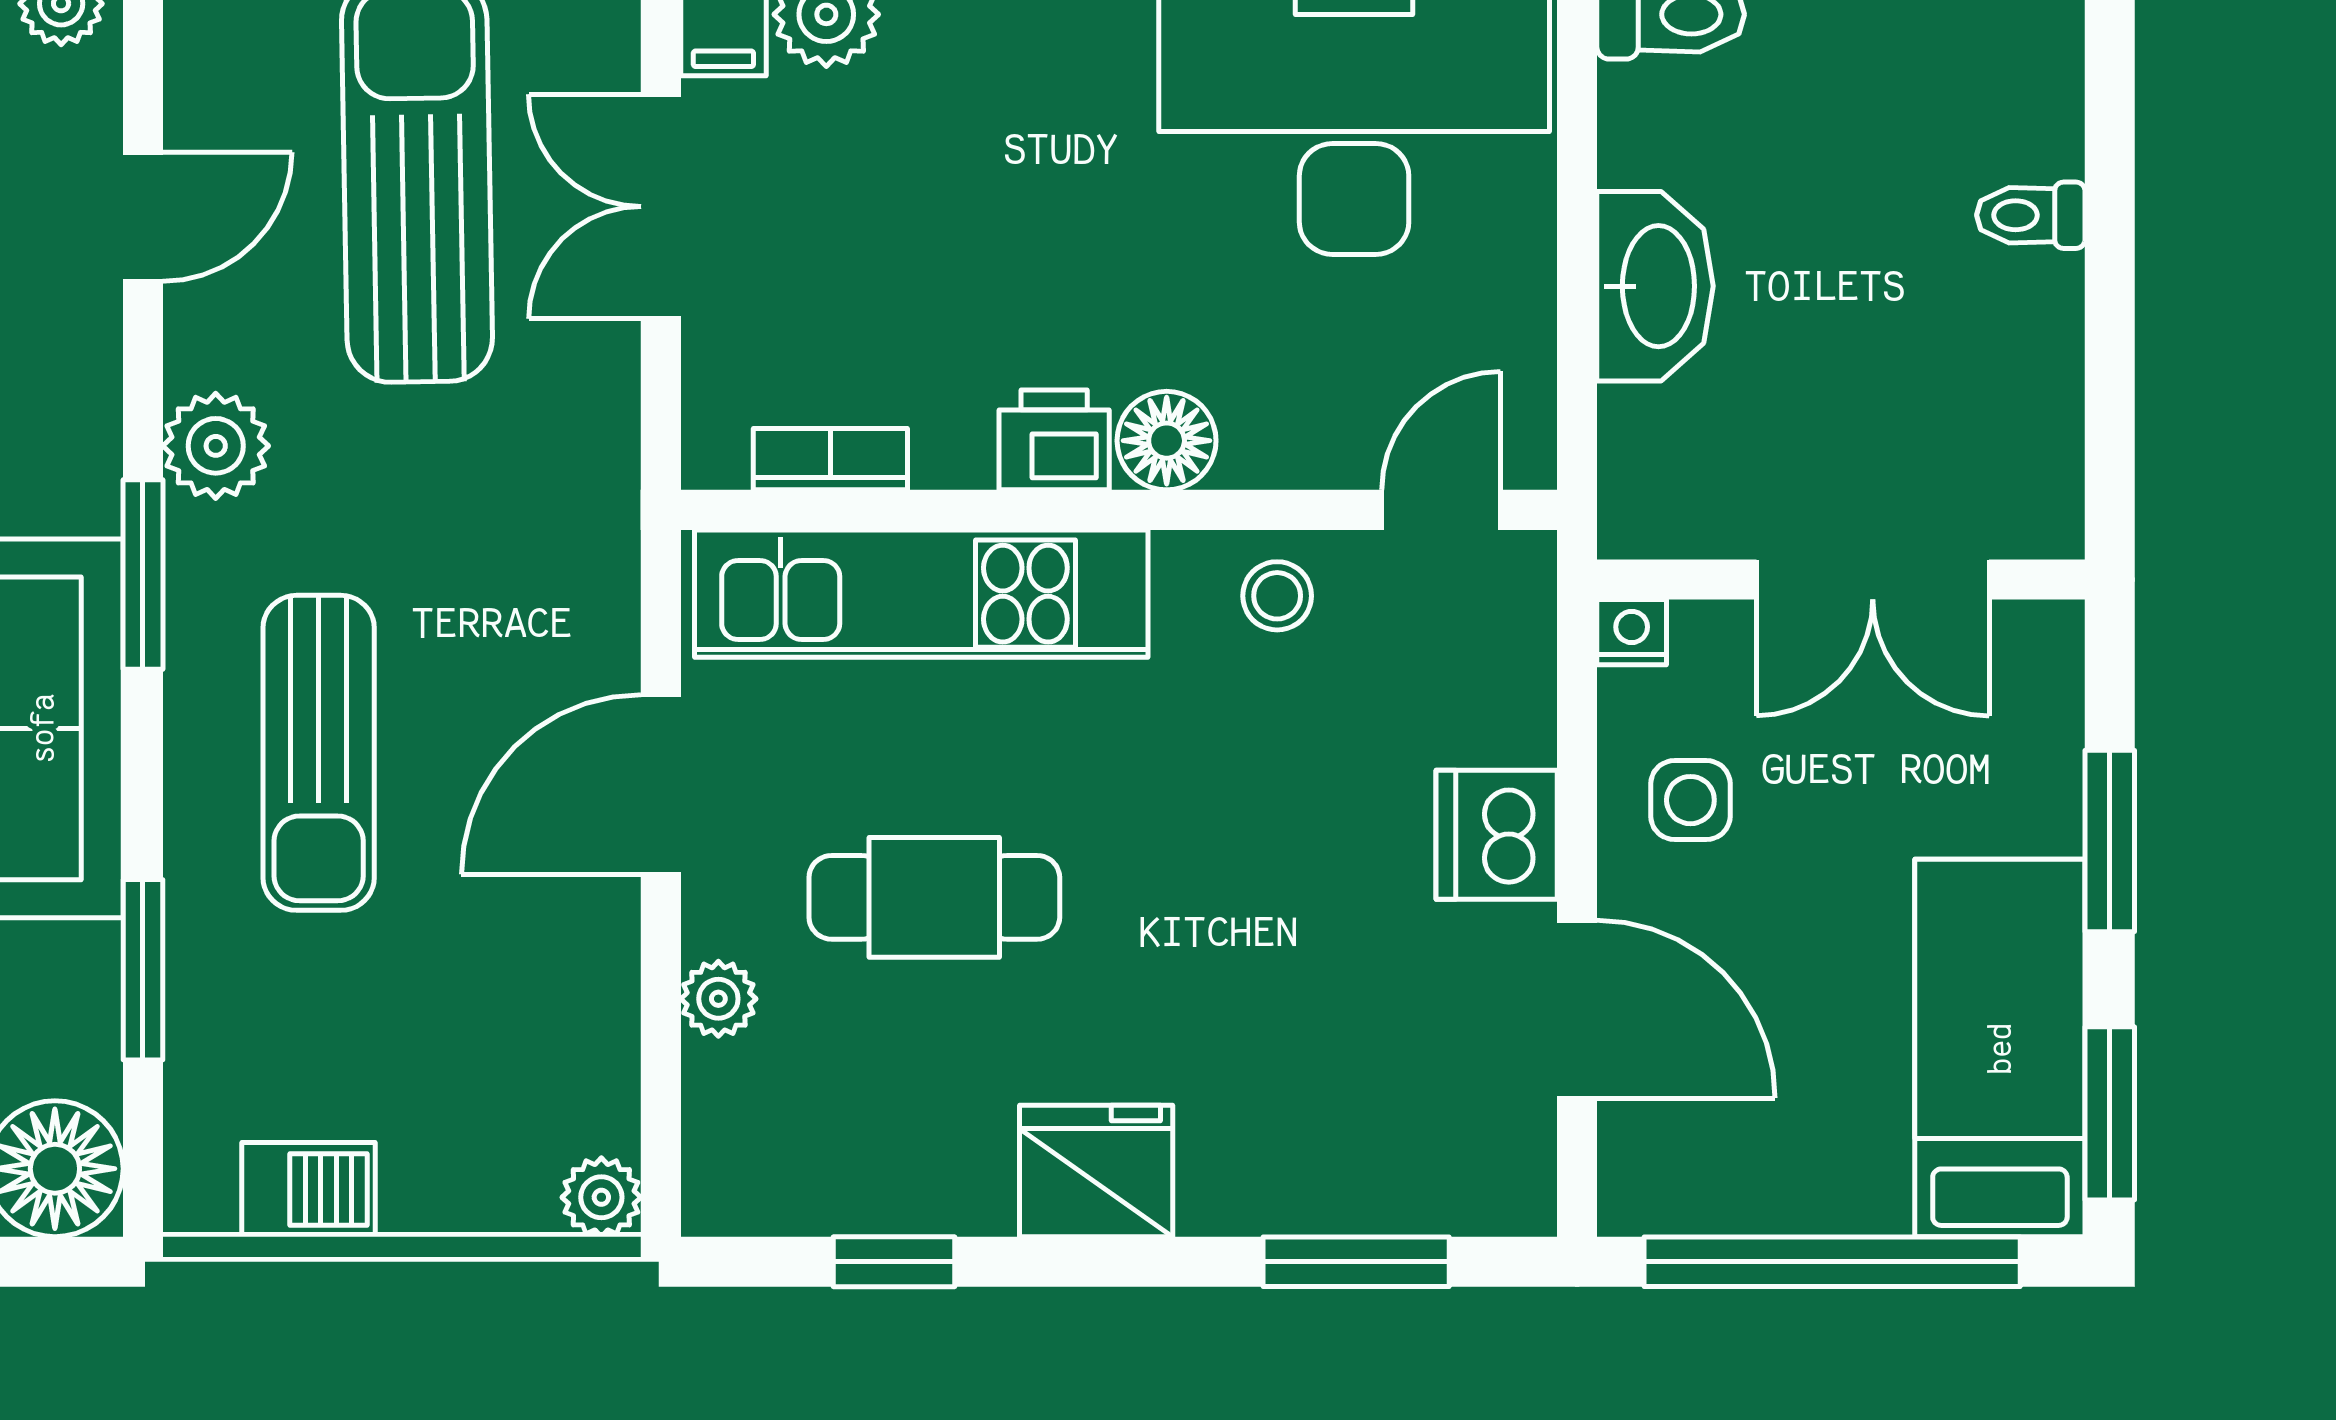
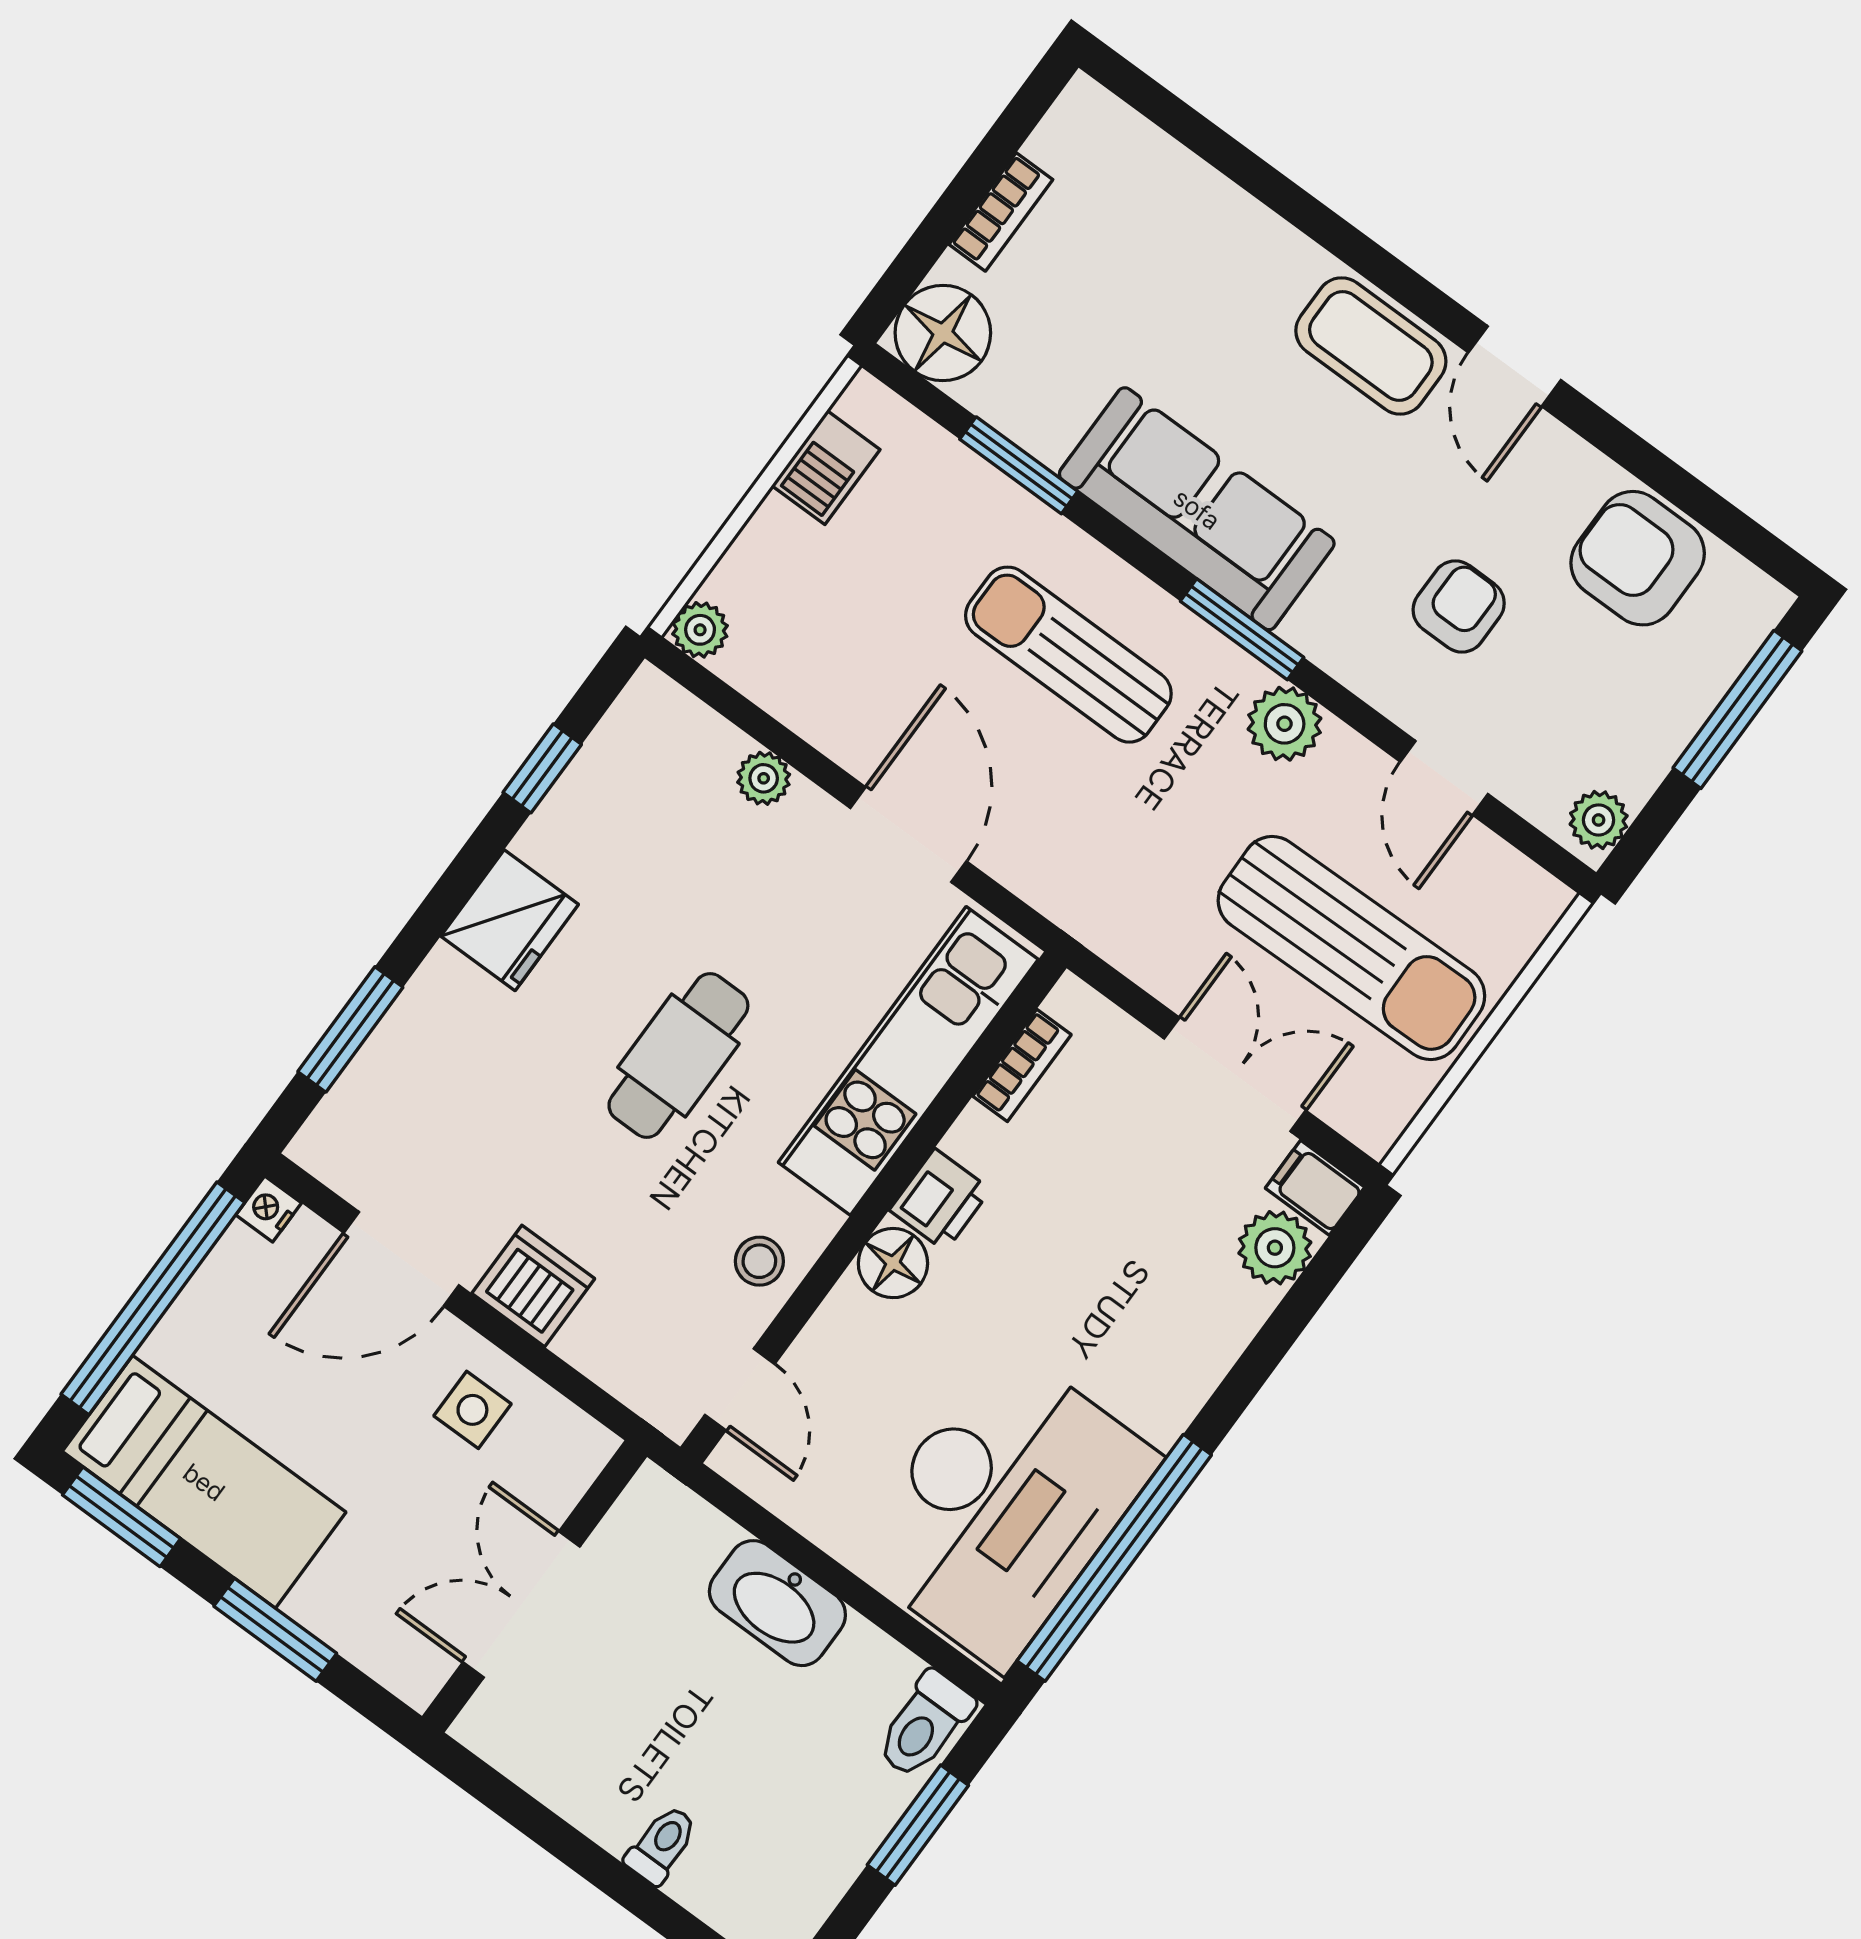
nightstand: (1632, 632) -> (269, 1209), moved, turned 180
cafe table: (934, 897) -> (678, 1055), moved

